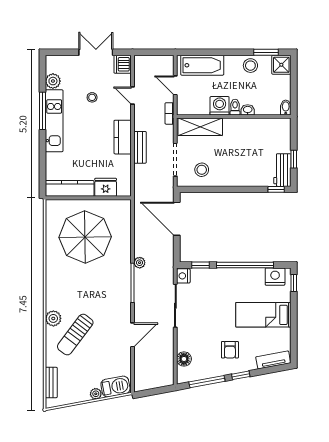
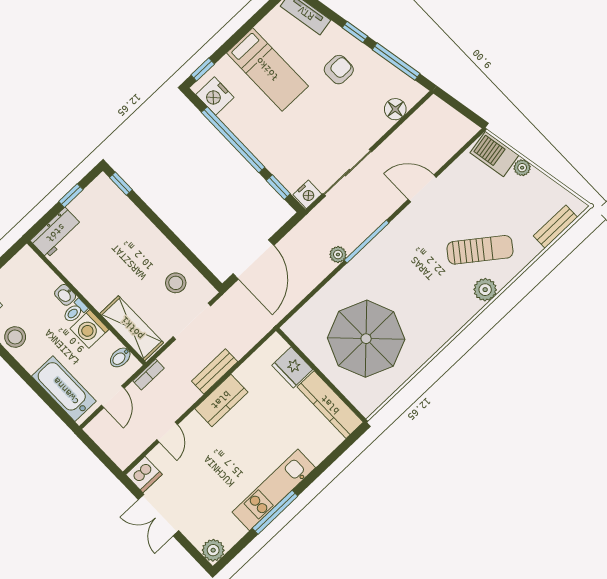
plant: (53, 81) -> (213, 550), moved
stool: (92, 97) -> (210, 473), removed
bidet: (286, 108) -> (120, 357), moved
workbench: (282, 170) -> (56, 233), moved

